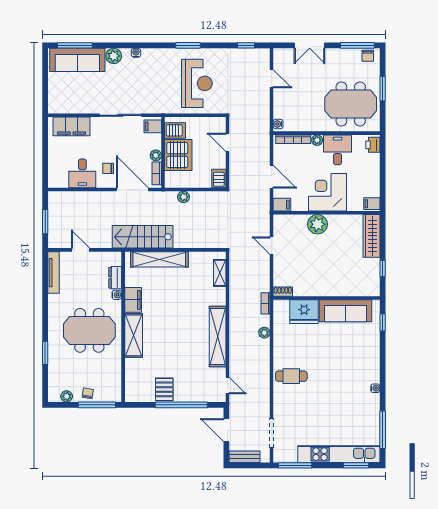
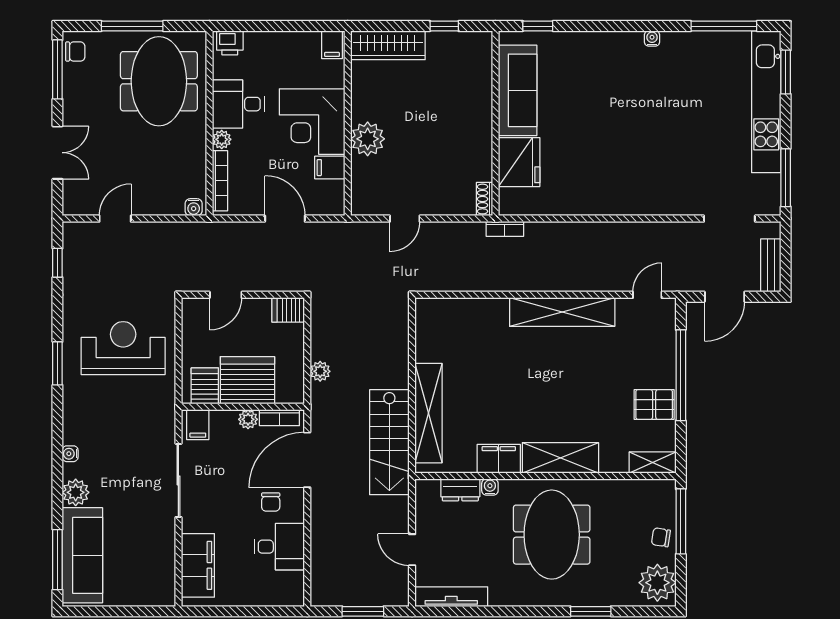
window: (383, 89) -> (132, 26), width x1.44
door: (272, 177) -> (285, 219), hinge flipped
filing cabinet: (282, 205) -> (330, 168), moved, turned -90
door: (81, 250) -> (412, 550), hinge flipped
shelving: (220, 273) -> (653, 463), moved
plant: (264, 333) -> (555, 231), removed
cafe table: (291, 376) -> (631, 184), removed
plant: (67, 396) -> (657, 583), width x1.88, depth x1.88

